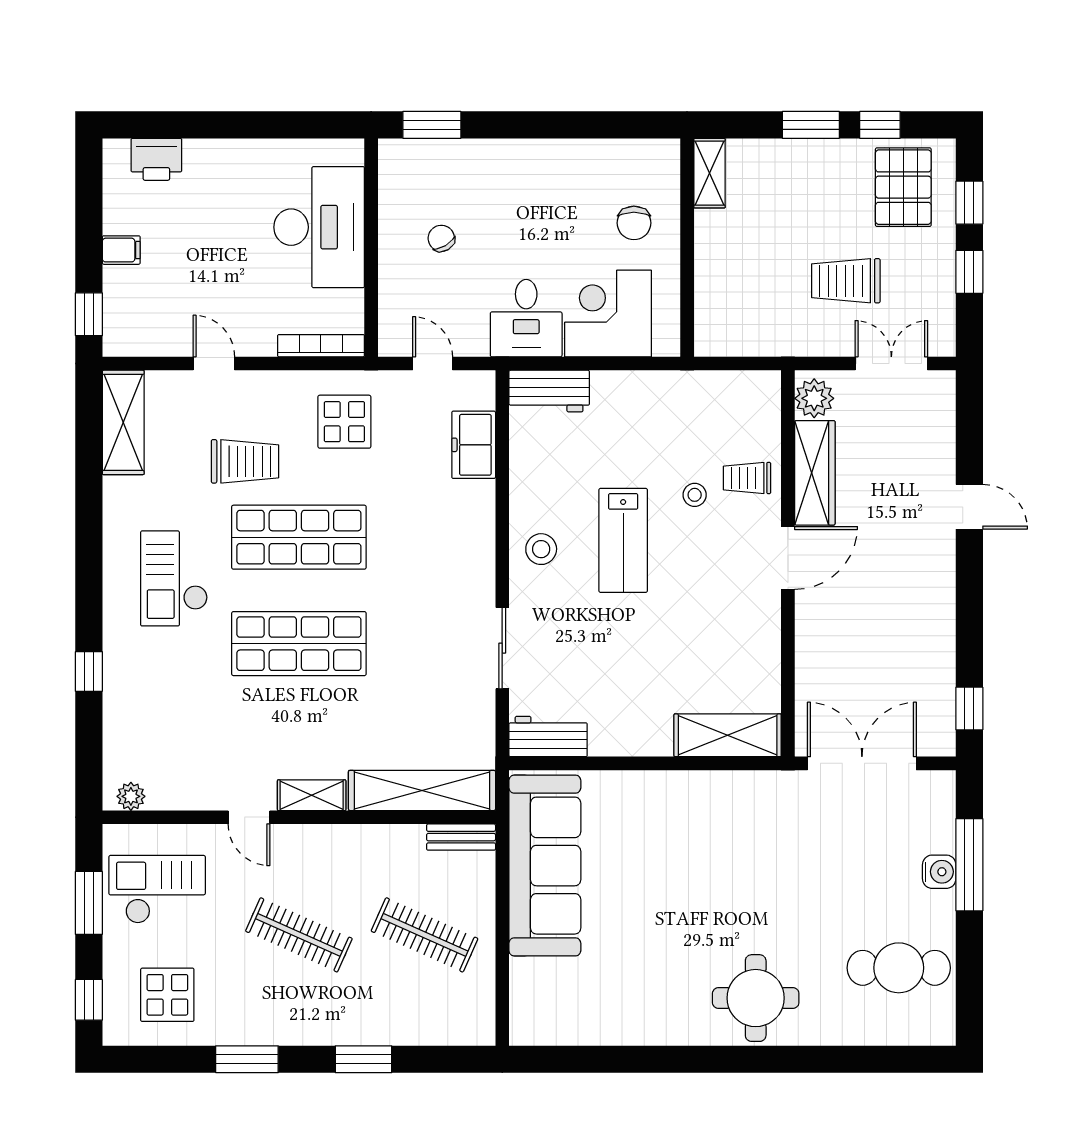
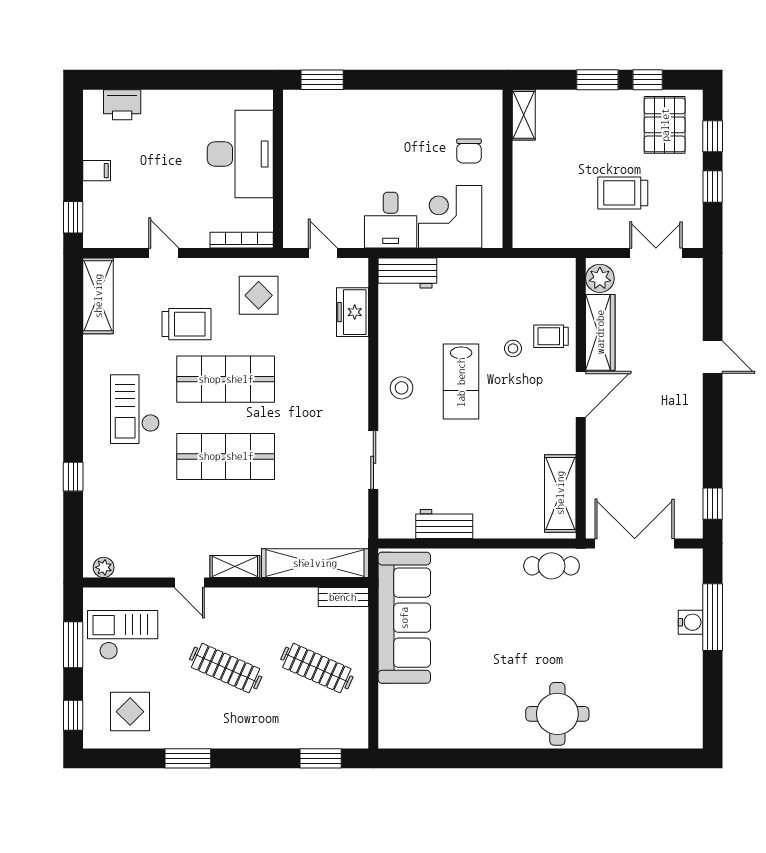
chair: (441, 238) -> (329, 162), removed
shelving: (728, 735) -> (560, 493), moved, turned 90
workbench: (548, 737) -> (444, 524), moved
cafe table: (899, 968) -> (552, 566), moved, width x0.73, depth x0.74
window: (364, 1059) -> (321, 758), moved

